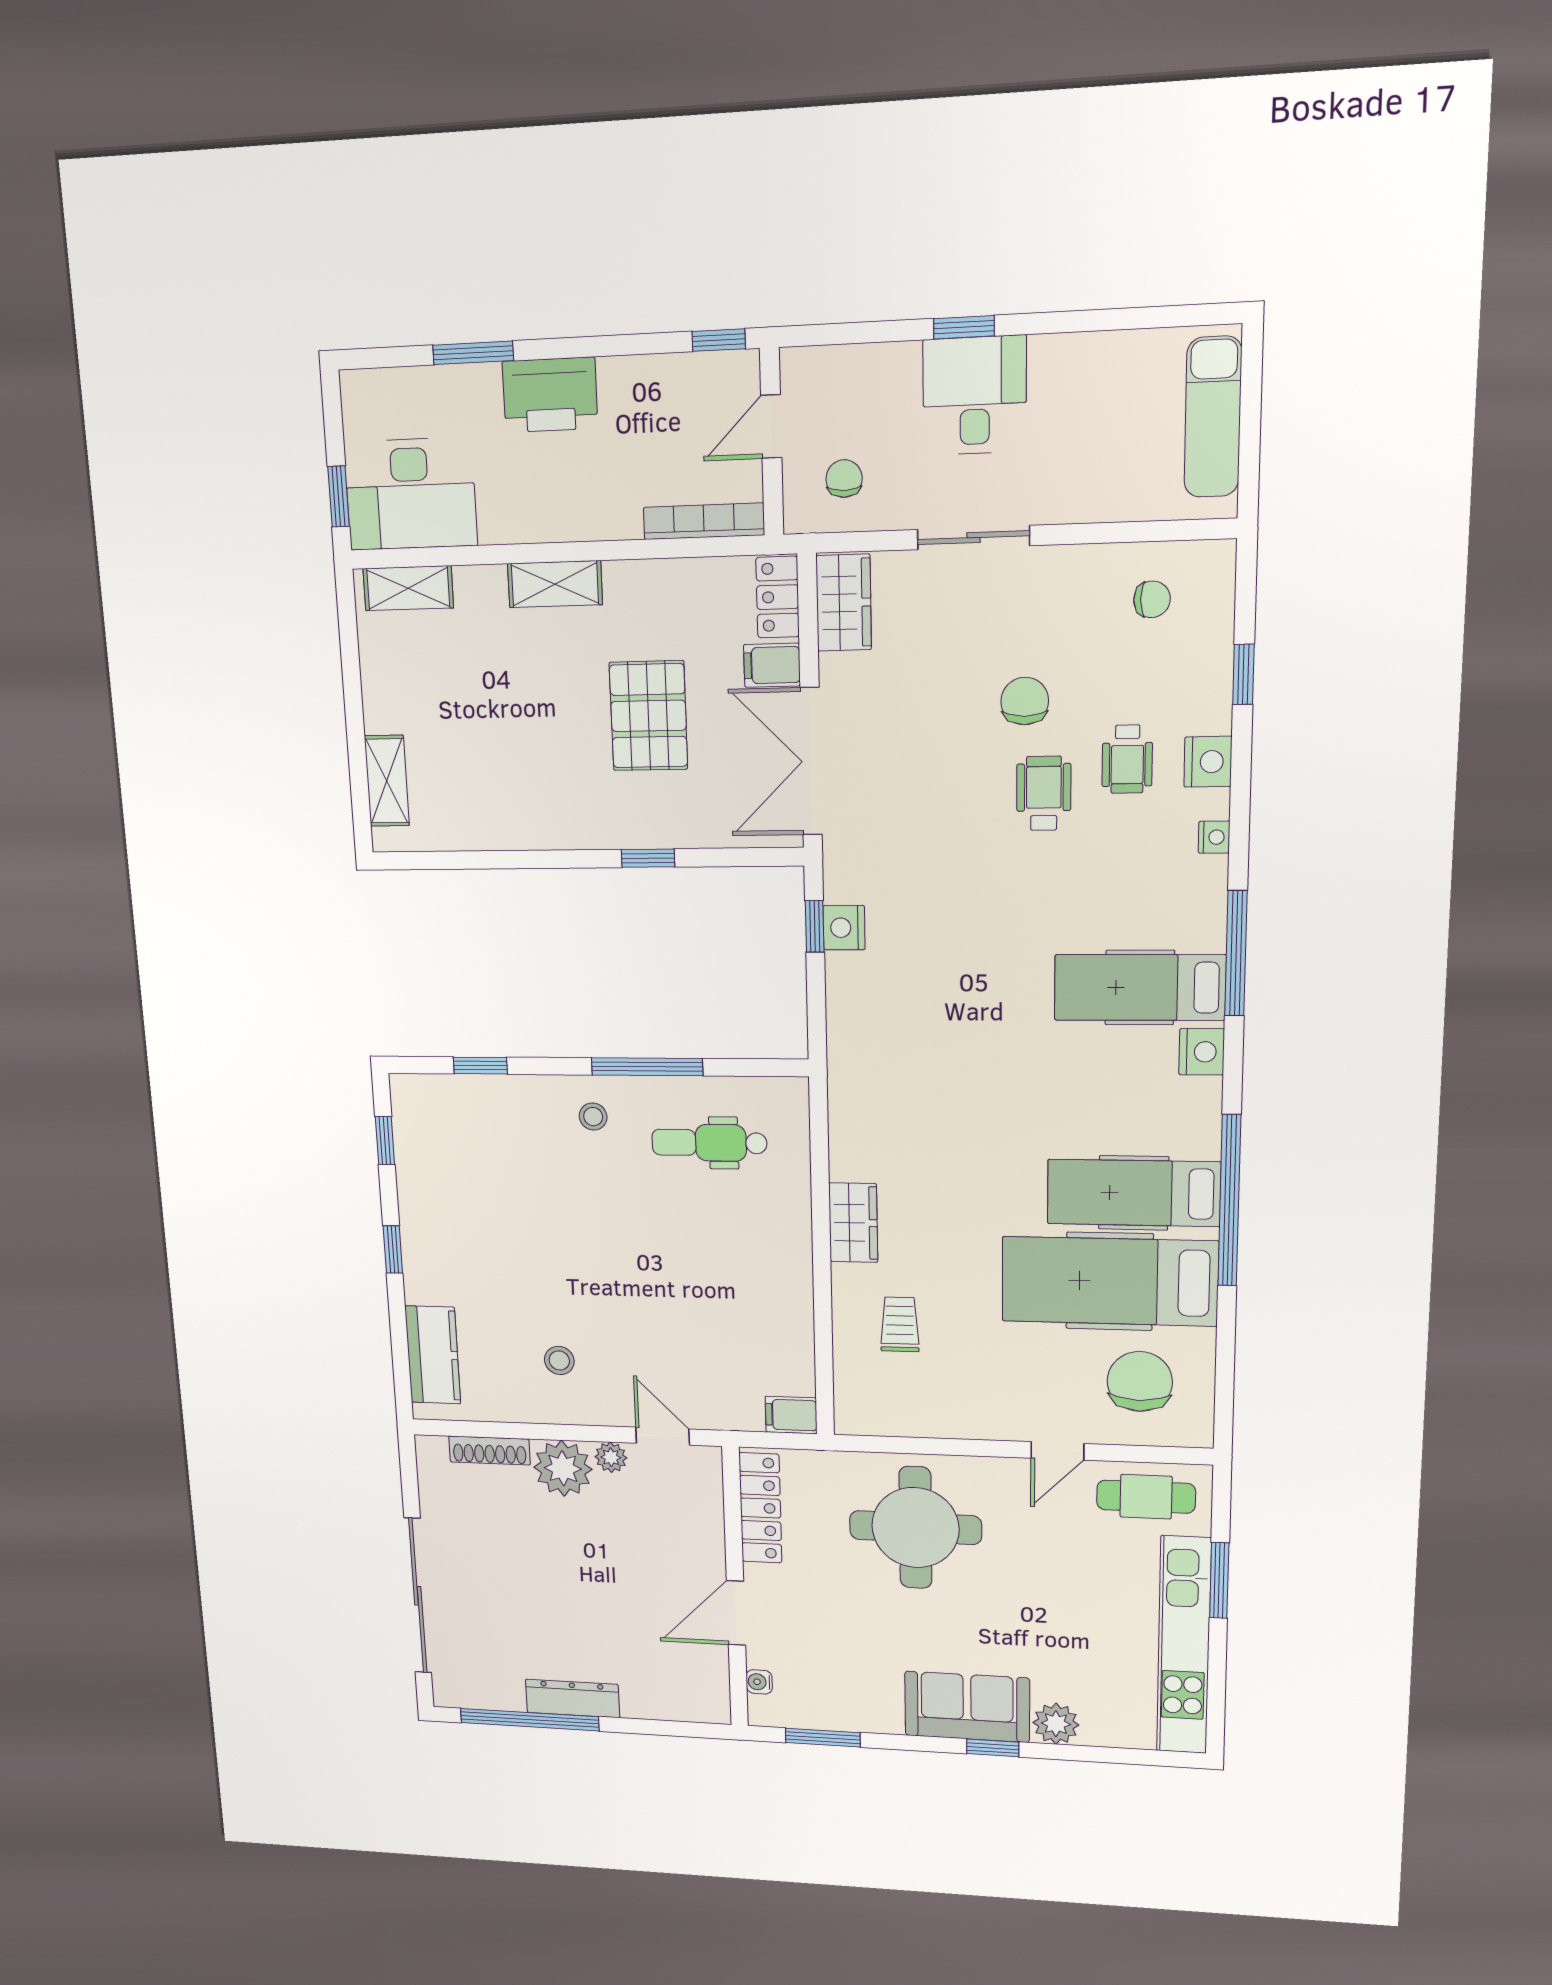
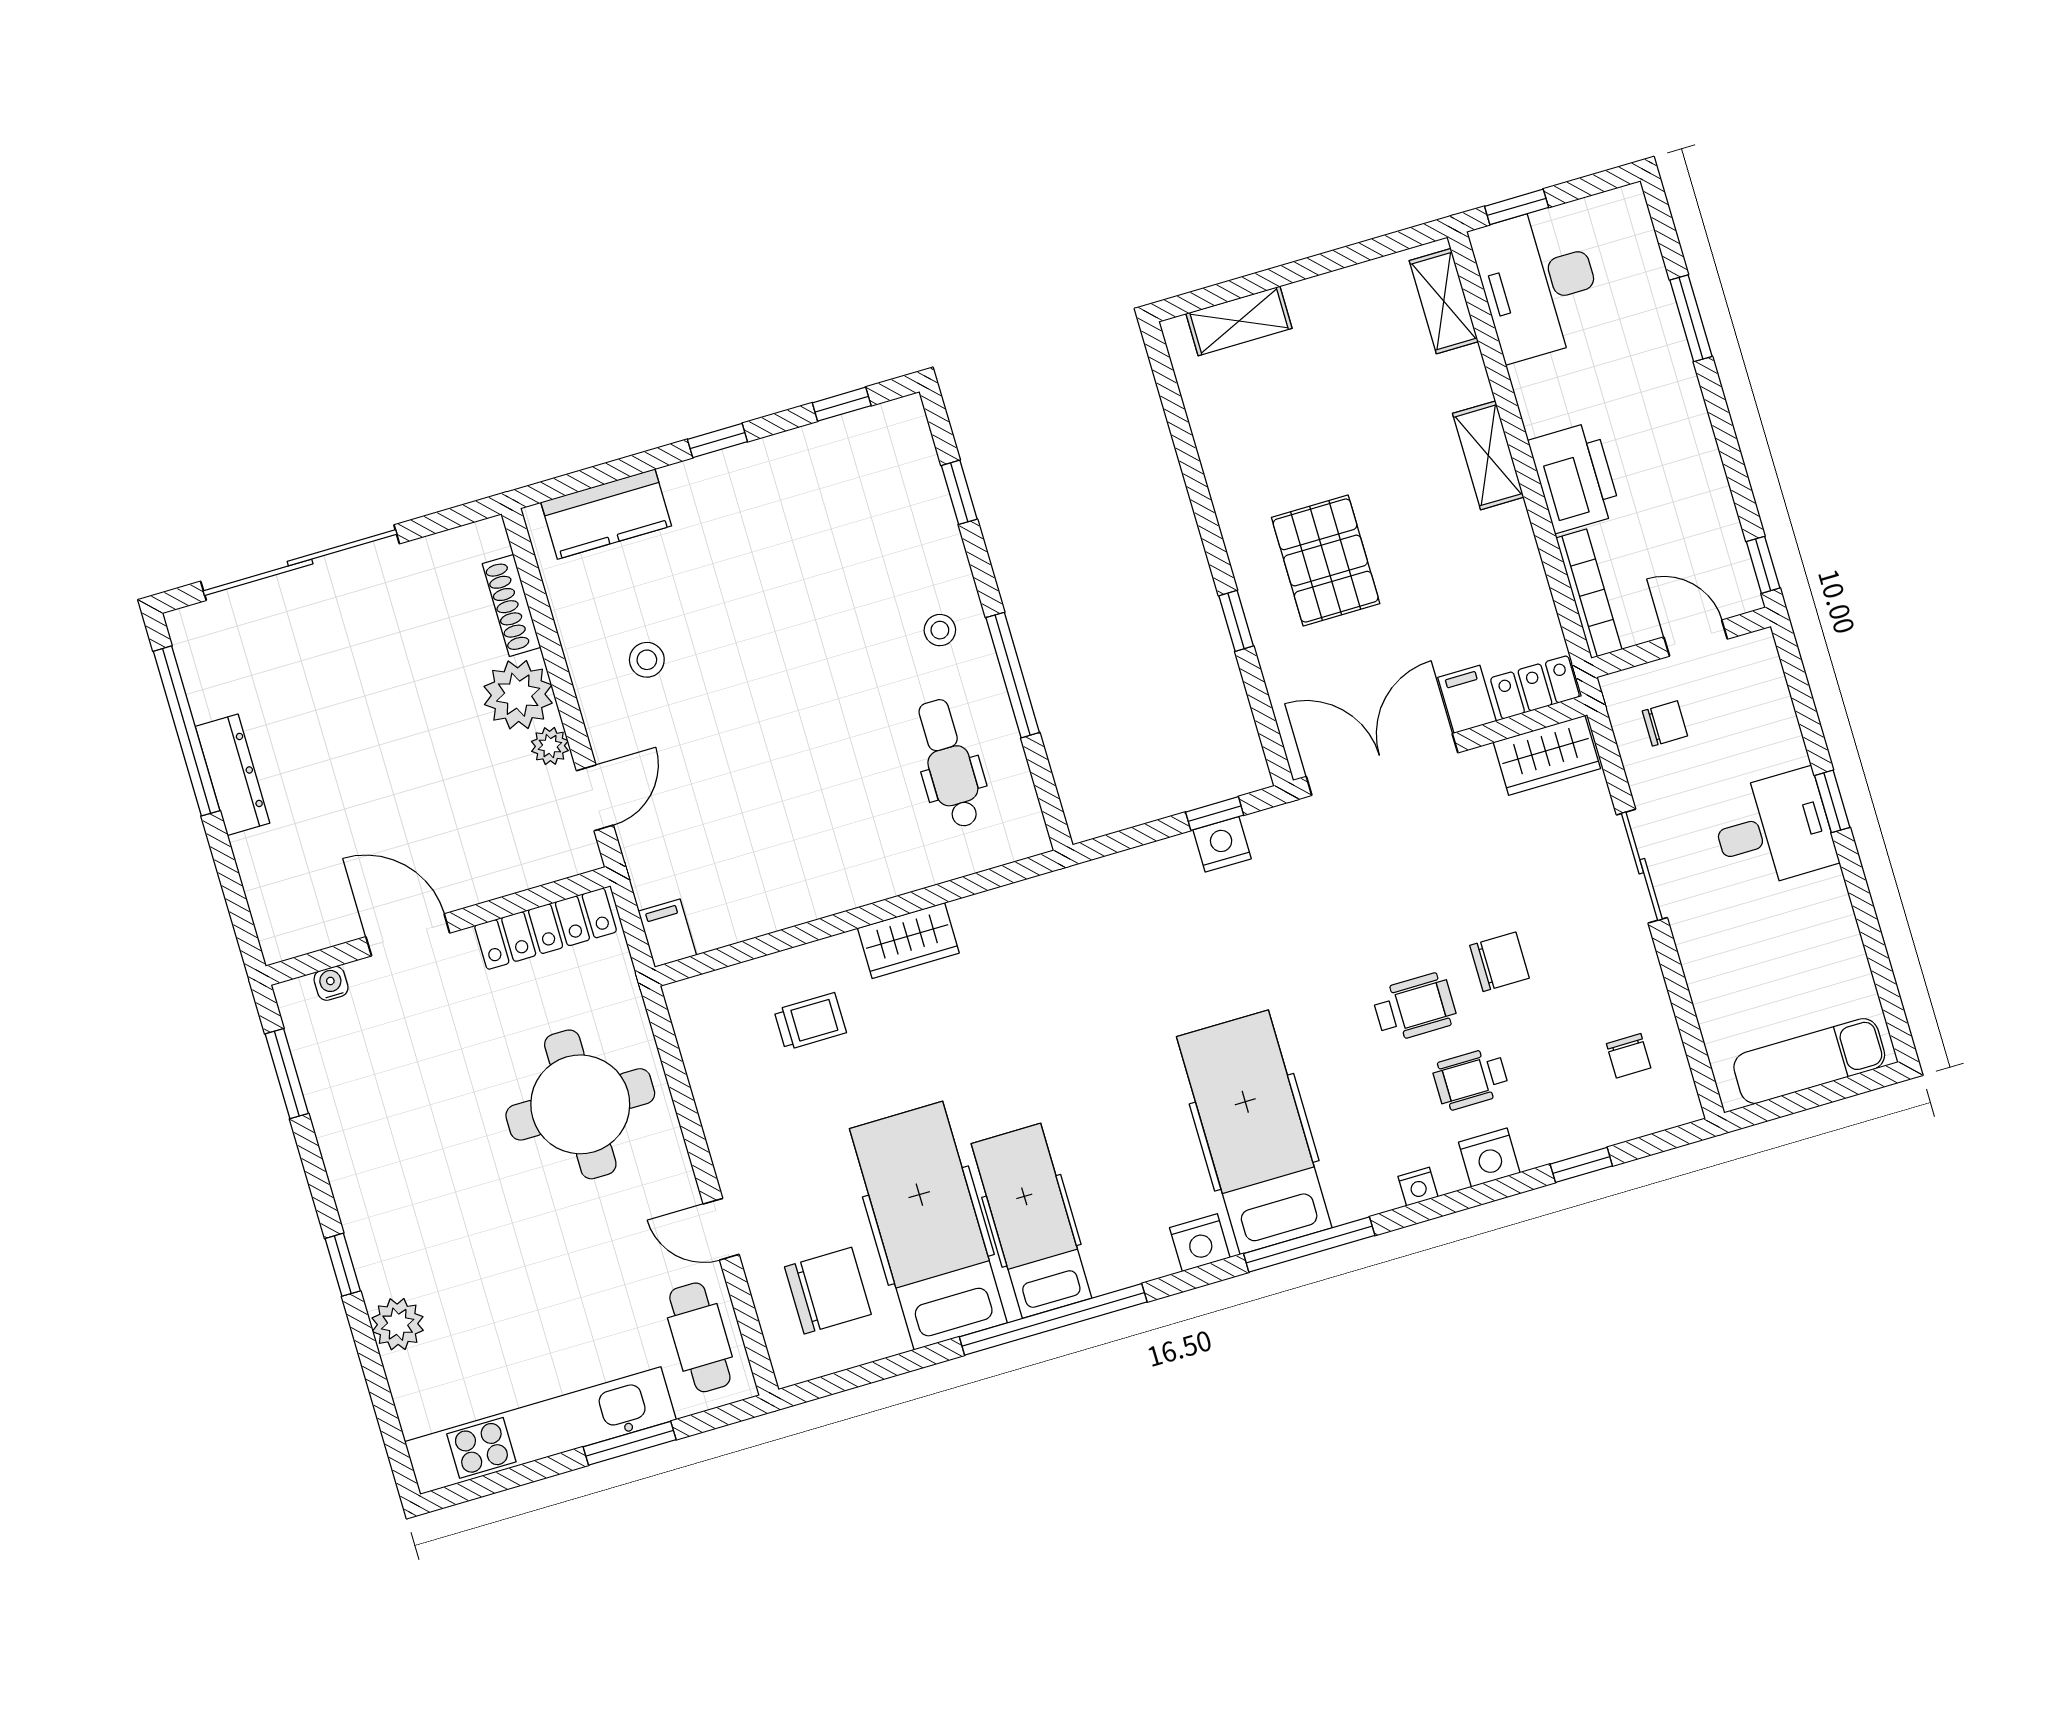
printer: (550, 395) -> (1575, 477), moved, turned 180
pallet: (648, 716) -> (1326, 560), moved, turned 90
hospital bed: (1140, 988) -> (1254, 1132), width x1.37, depth x1.29
sofa: (967, 1707) -> (383, 1222), removed

